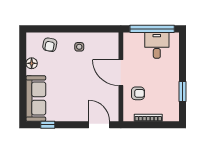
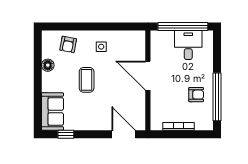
coffee table: (66, 76) -> (87, 80), added
window: (183, 92) -> (217, 97), width x2.11
armchair: (138, 93) -> (196, 95), moved
sofa: (36, 98) -> (52, 111), width x0.73

